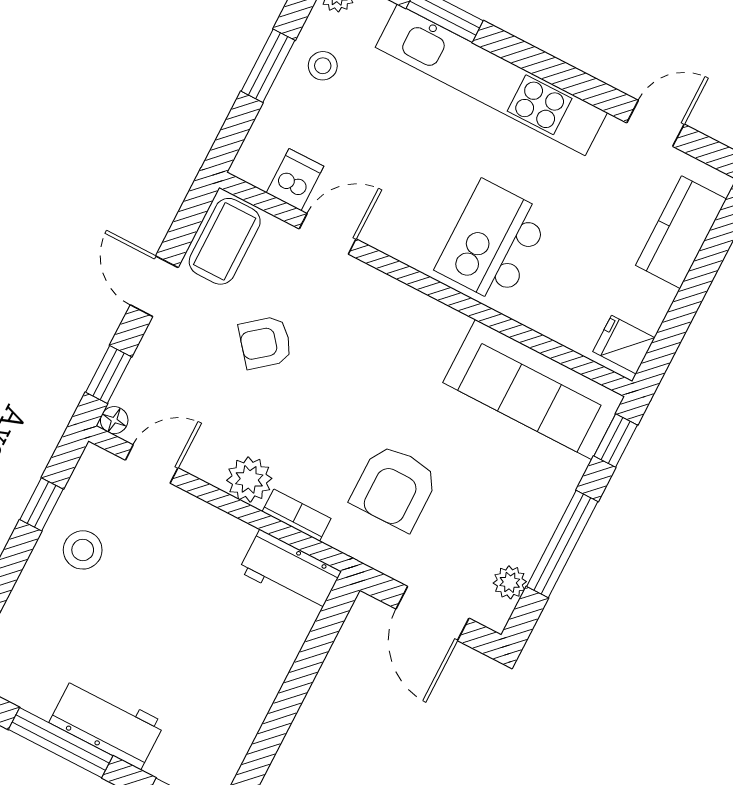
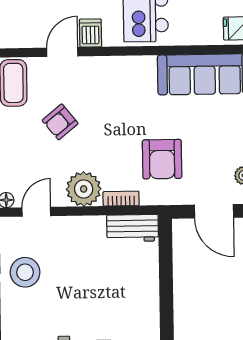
dishwasher: (295, 180) -> (90, 33), moved
plant: (249, 479) -> (84, 189), width x1.36, depth x1.36
stool: (83, 550) -> (25, 272), width x1.38, depth x1.38

